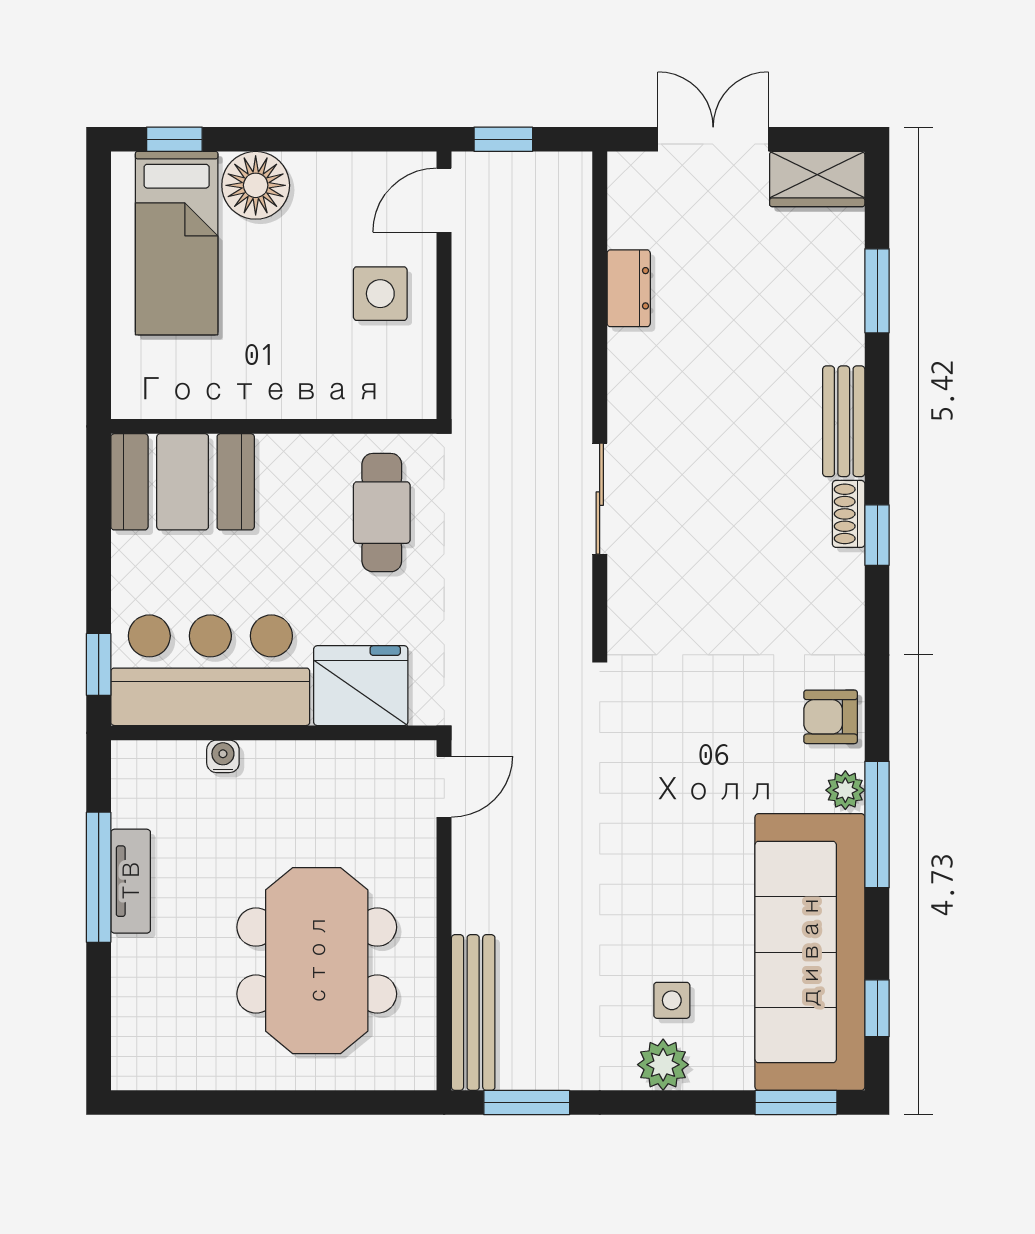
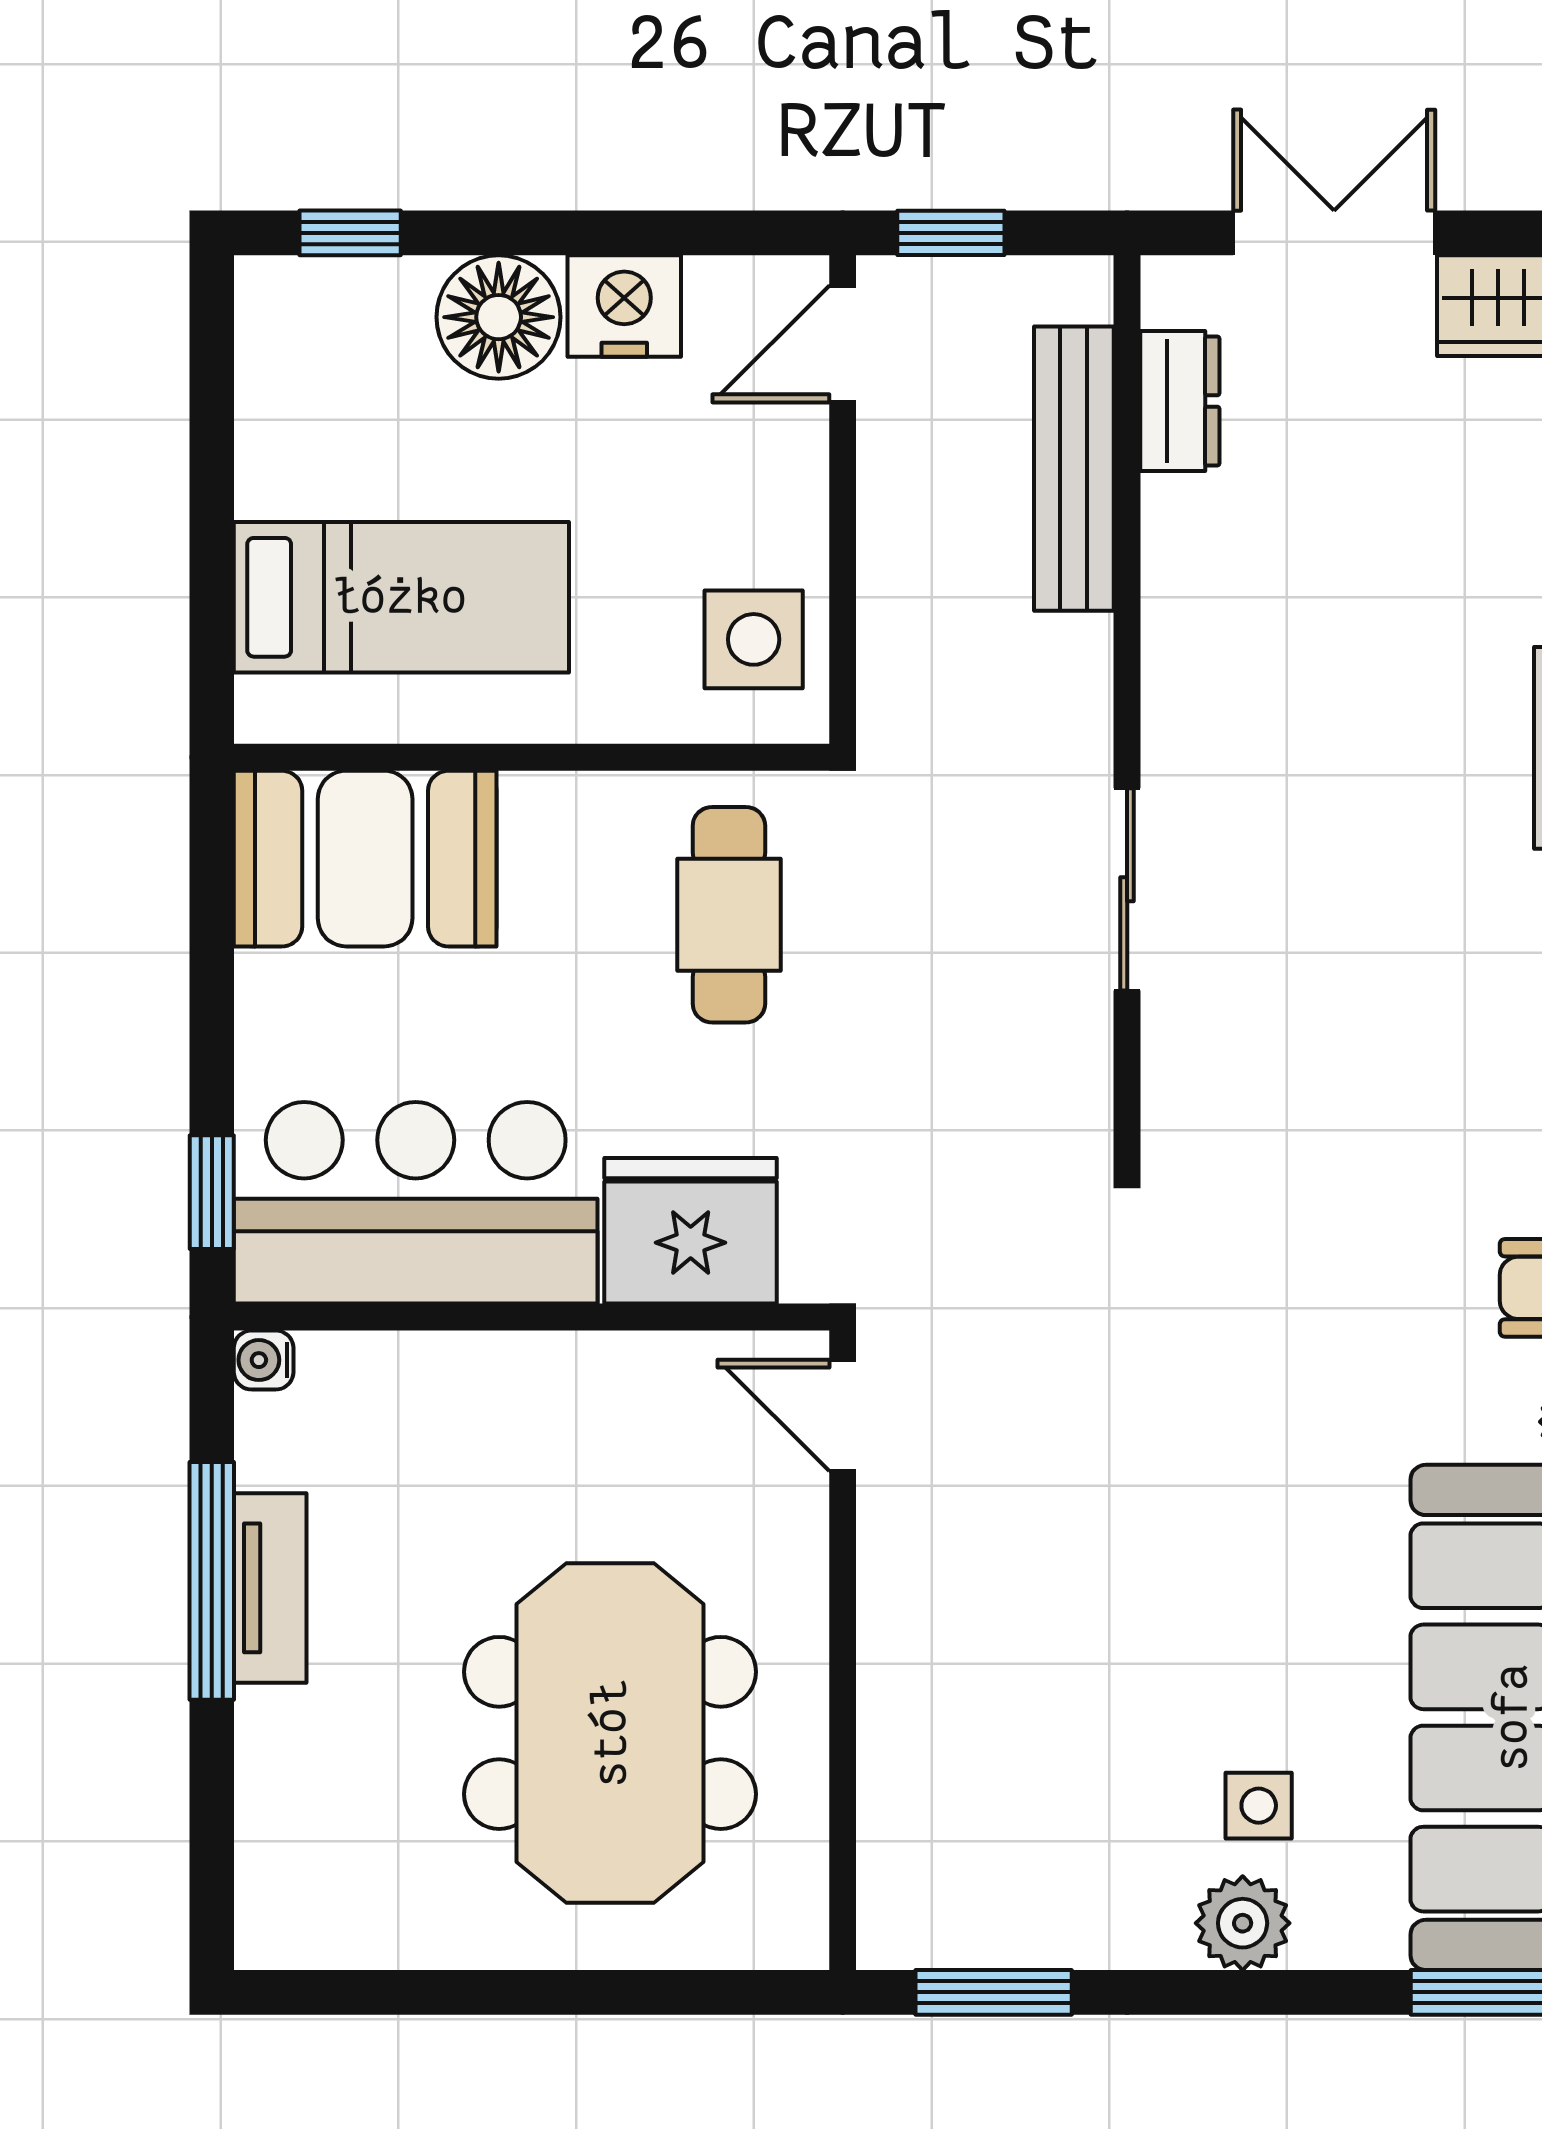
nightstand: (324, 179) -> (624, 306), added
bed: (177, 243) -> (401, 597), moved, turned -90
dresser: (629, 288) -> (1180, 401), moved
side table: (380, 294) -> (754, 639), moved
water cooler: (223, 756) -> (264, 1360), moved, turned -90
door: (444, 787) -> (843, 1415), swing flipped
bench: (473, 1013) -> (1074, 469), moved

